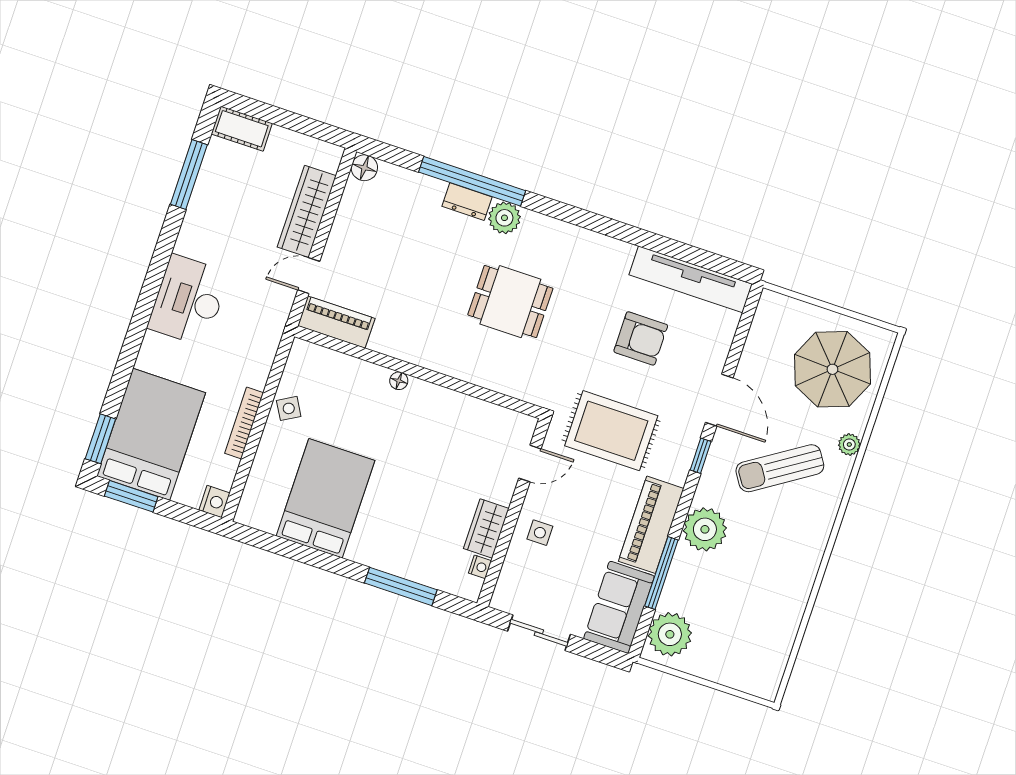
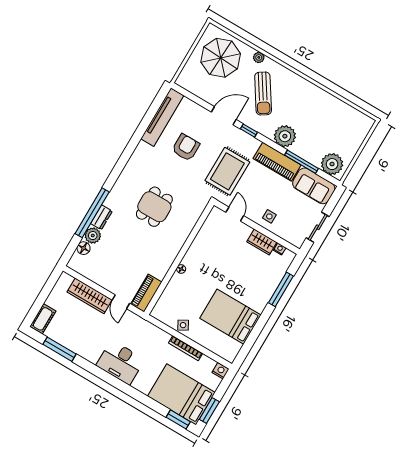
floor lamp: (364, 168) -> (84, 248), moved
plant: (504, 218) -> (93, 236), moved

